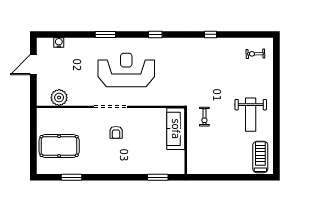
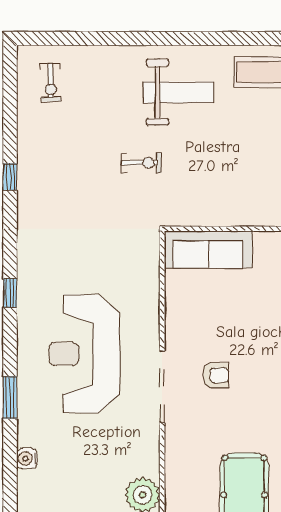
water cooler: (59, 42) -> (27, 459), moved
exercise bike: (204, 117) -> (141, 163), moved

